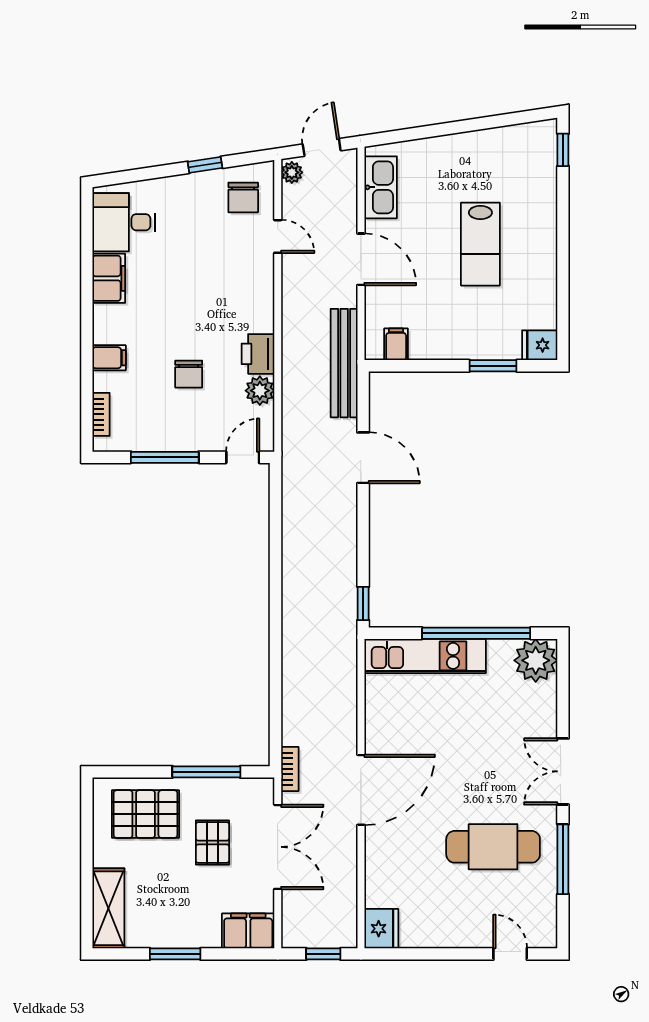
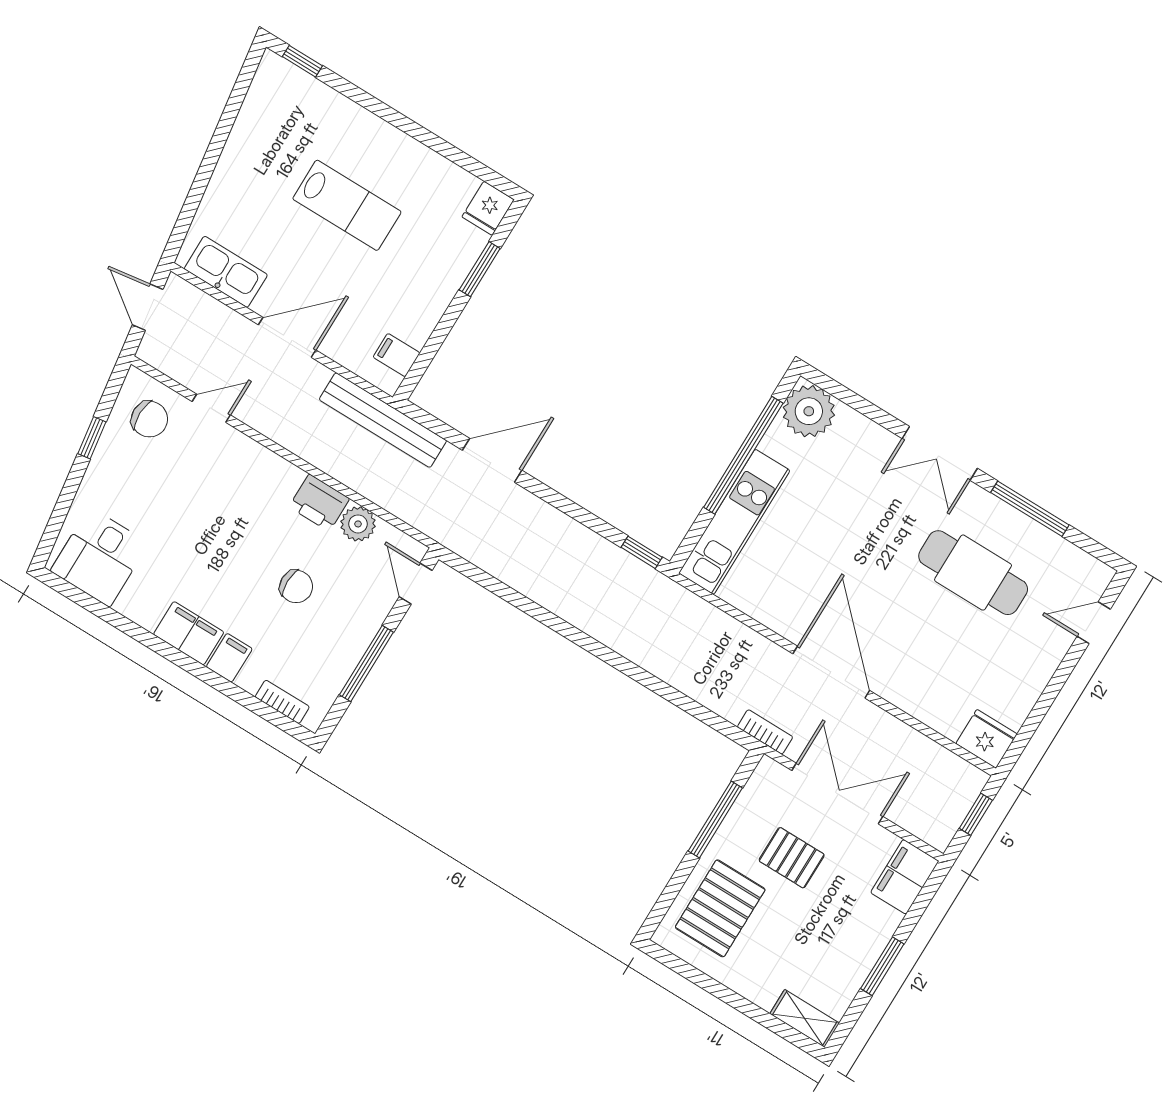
plant: (292, 172) -> (154, 354), removed
filing cabinet: (109, 278) -> (189, 633), moved
cafe table: (493, 847) -> (973, 573), turned 90
shelving: (108, 908) -> (805, 1018), width x0.67, depth x0.75

